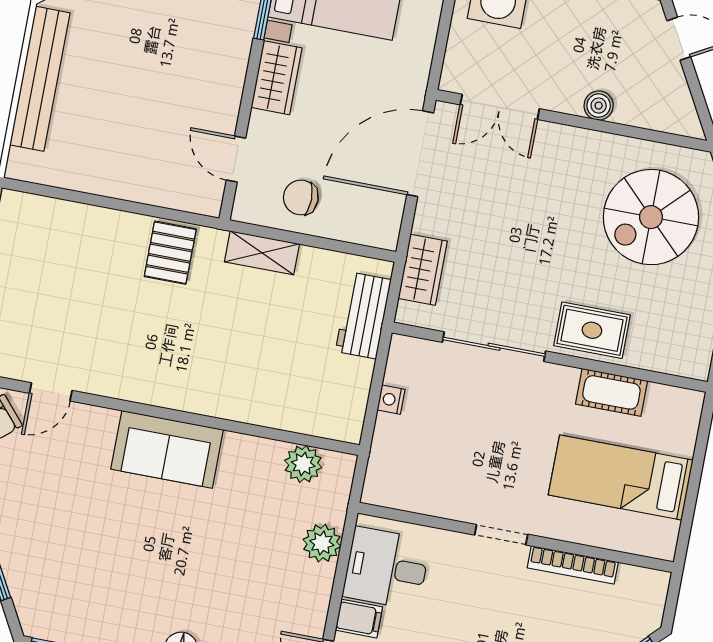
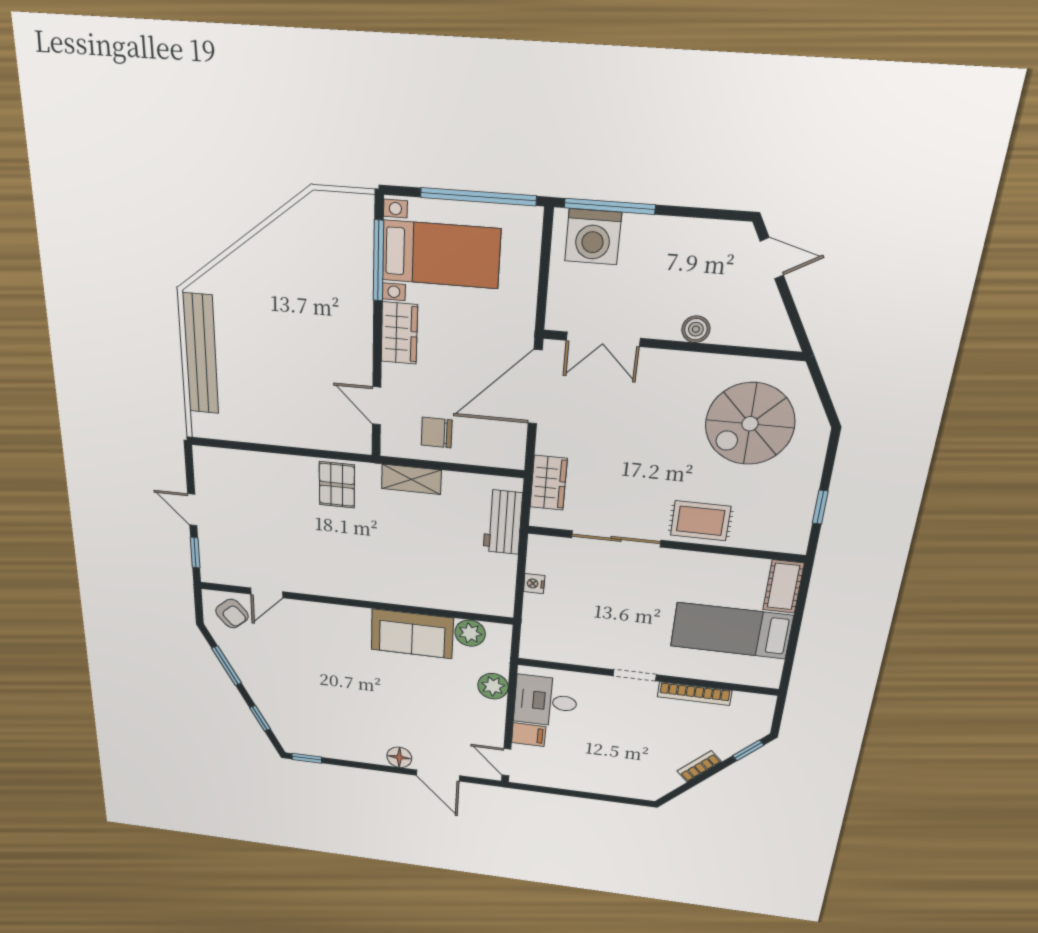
cot: (611, 392) -> (783, 586), moved, turned 90
sofa: (167, 449) -> (412, 634), moved

